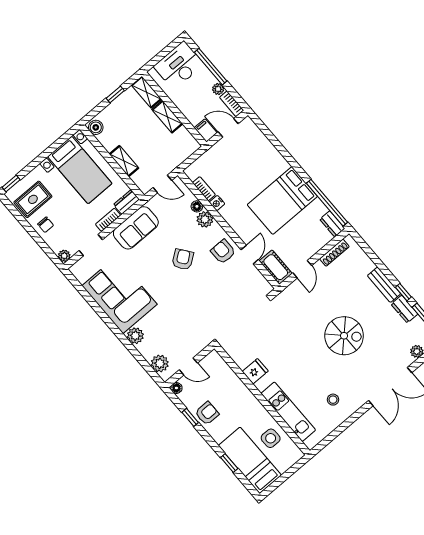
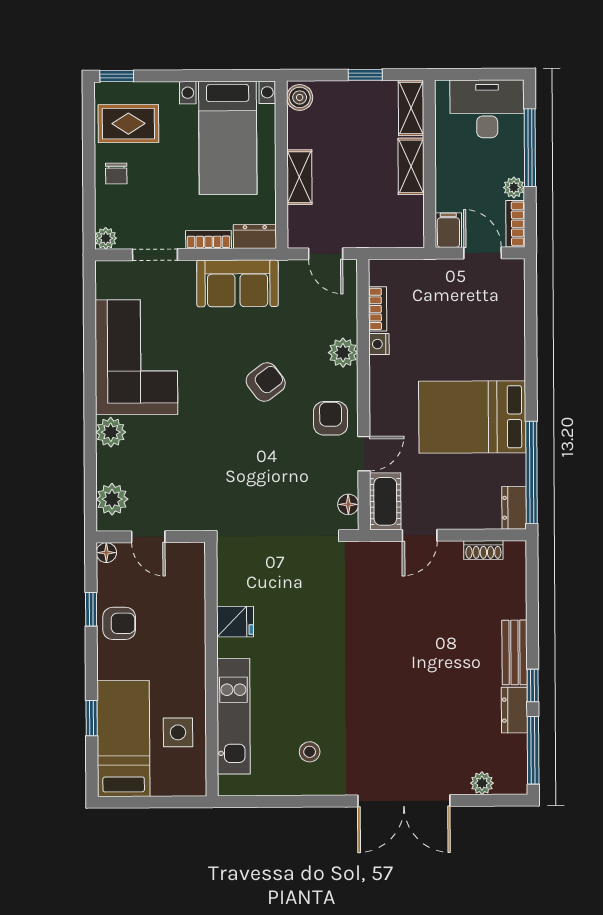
floor lamp: (197, 206) -> (348, 504), moved
shoe rack: (334, 253) -> (483, 550), width x0.70
spiral stairs: (344, 336) -> (400, 676), removed

